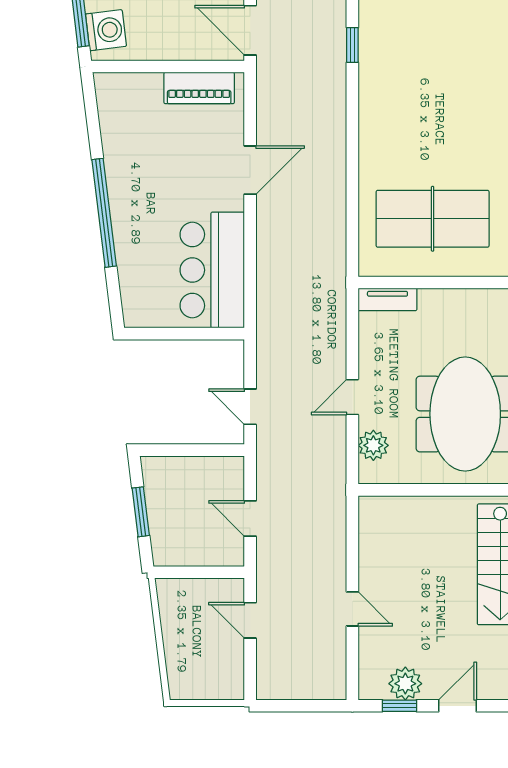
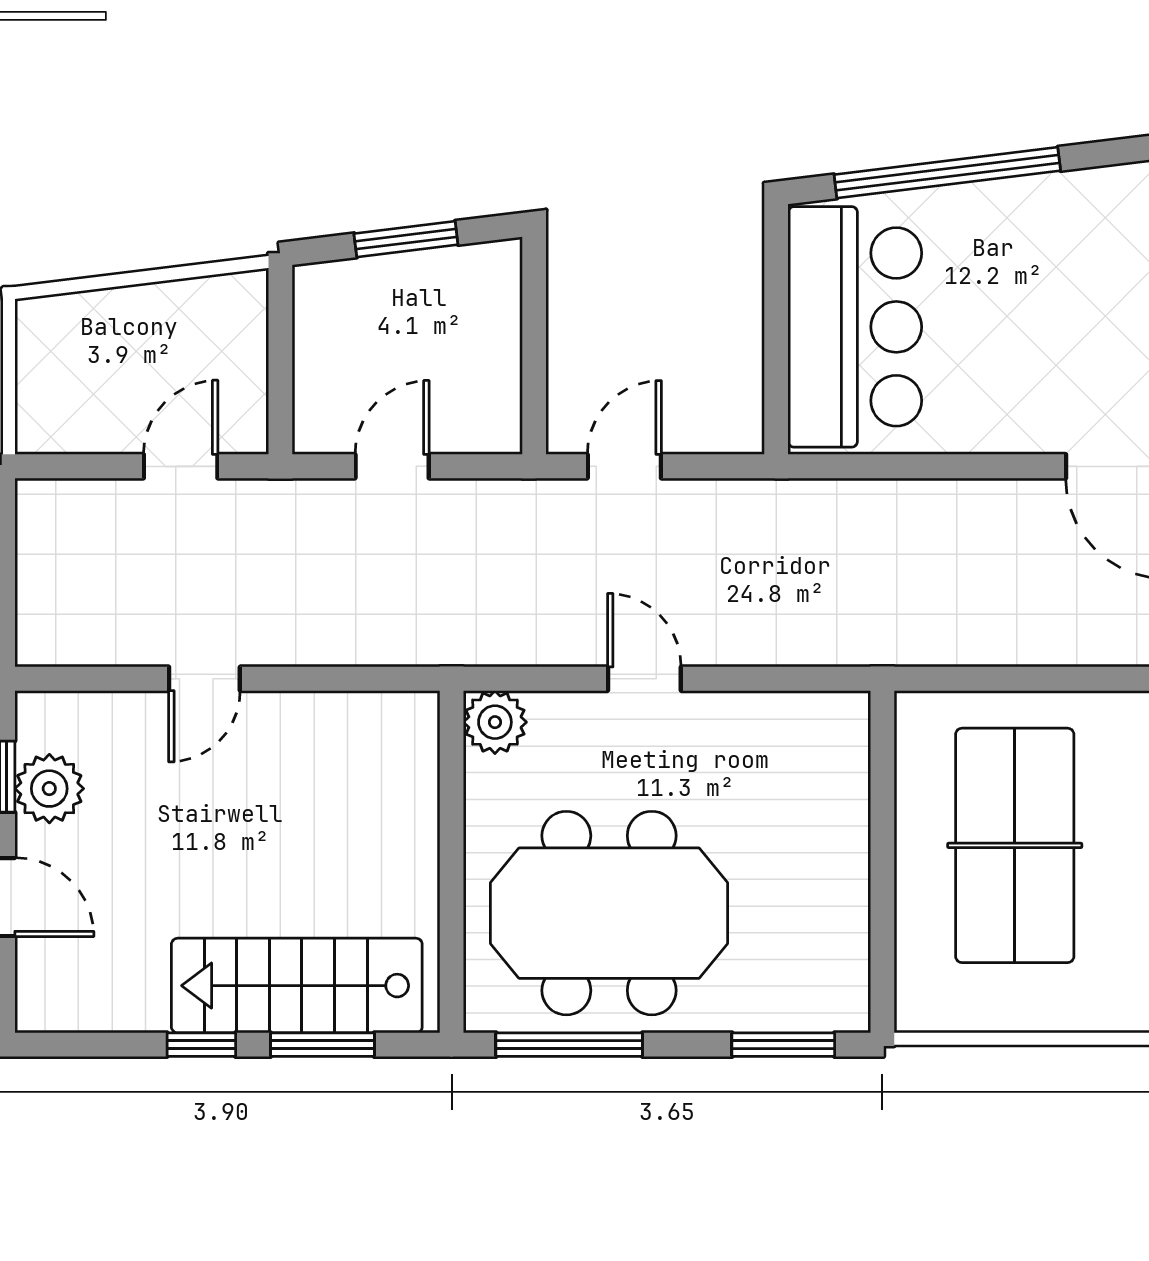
window: (104, 213) -> (947, 173), moved
bar counter: (212, 270) -> (855, 327), moved, turned 90
tv unit: (387, 299) -> (847, 752), removed
plant: (373, 445) -> (495, 722), moved

